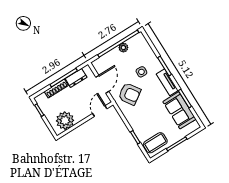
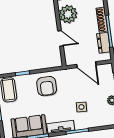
armchair: (130, 94) -> (47, 86), moved, turned -56
door: (100, 111) -> (61, 38), moved

